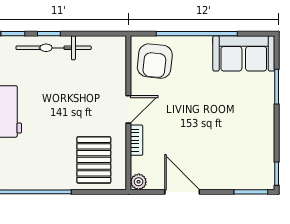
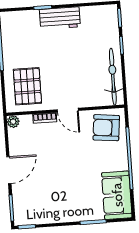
bicycle: (54, 48) -> (113, 77), moved
pallet: (94, 160) -> (27, 86), turned 90
door: (182, 192) -> (9, 170), moved

